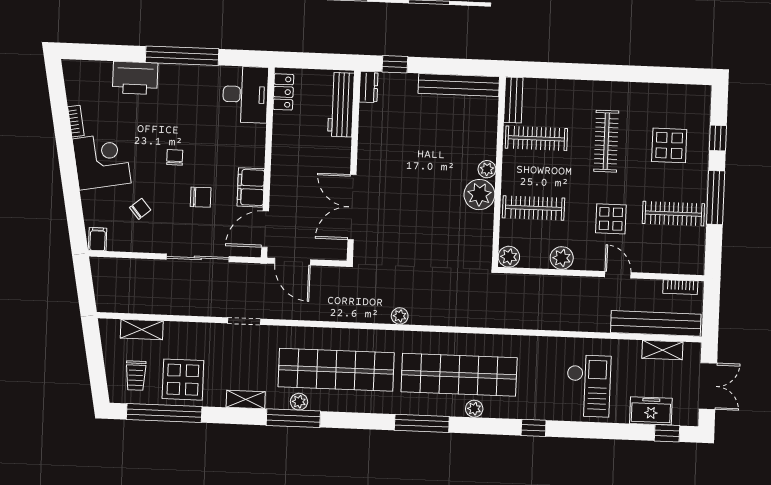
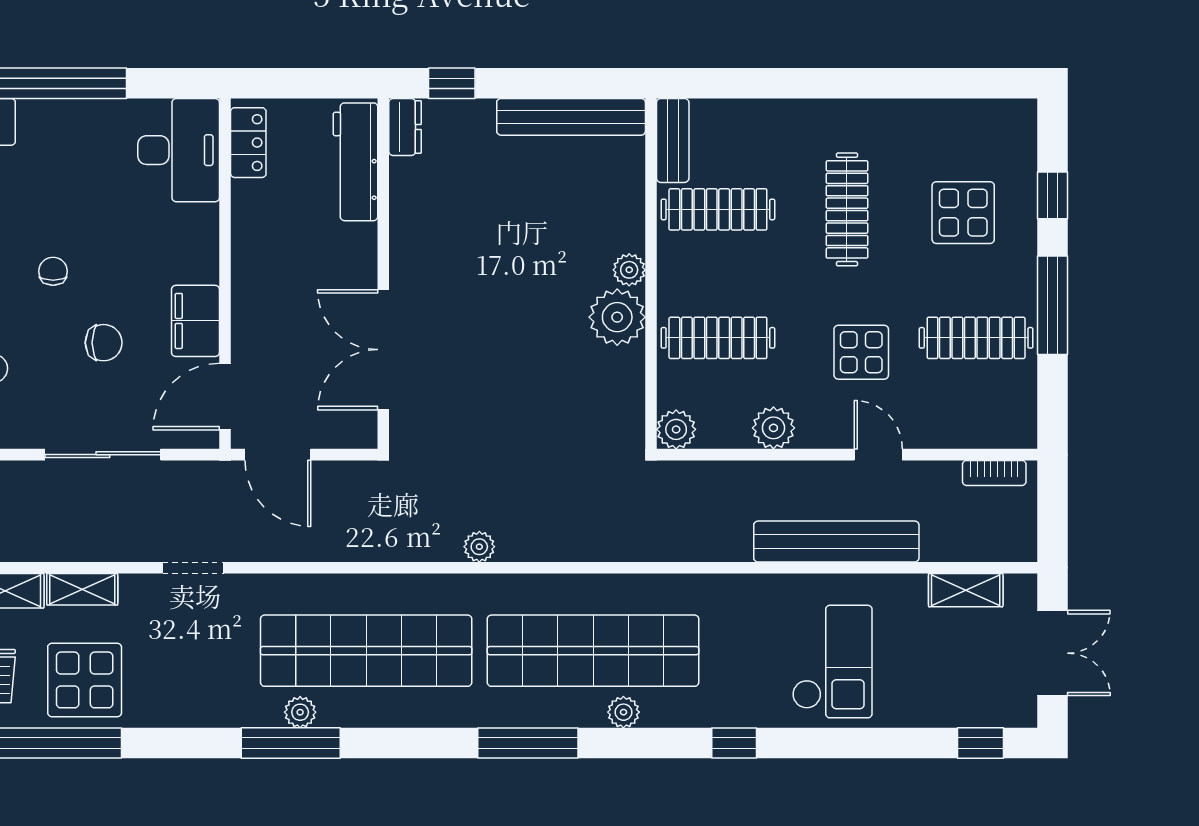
bench: (656, 323) -> (836, 542), moved
shelving: (246, 399) -> (82, 589), moved
freezer: (651, 411) -> (949, 703), removed

